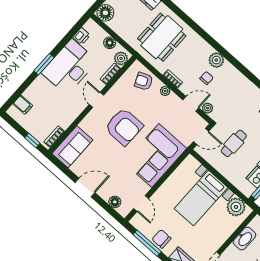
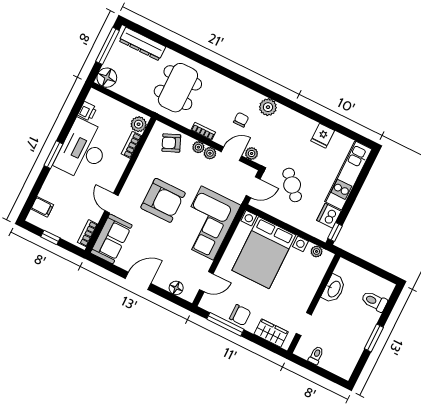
floor lamp: (110, 43) -> (121, 110), removed
plant: (216, 60) -> (268, 107), moved
plant: (173, 99) -> (210, 153), added
door: (96, 100) -> (112, 203), moved
window: (32, 141) -> (50, 237), moved
cafe table: (234, 143) -> (292, 185), turned -43
bed with nightstands: (201, 198) -> (264, 253), width x1.36
door: (141, 204) -> (206, 282), hinge flipped
plant: (236, 207) -> (317, 251), width x0.53, depth x0.53
chair: (161, 239) -> (240, 315), turned 180

